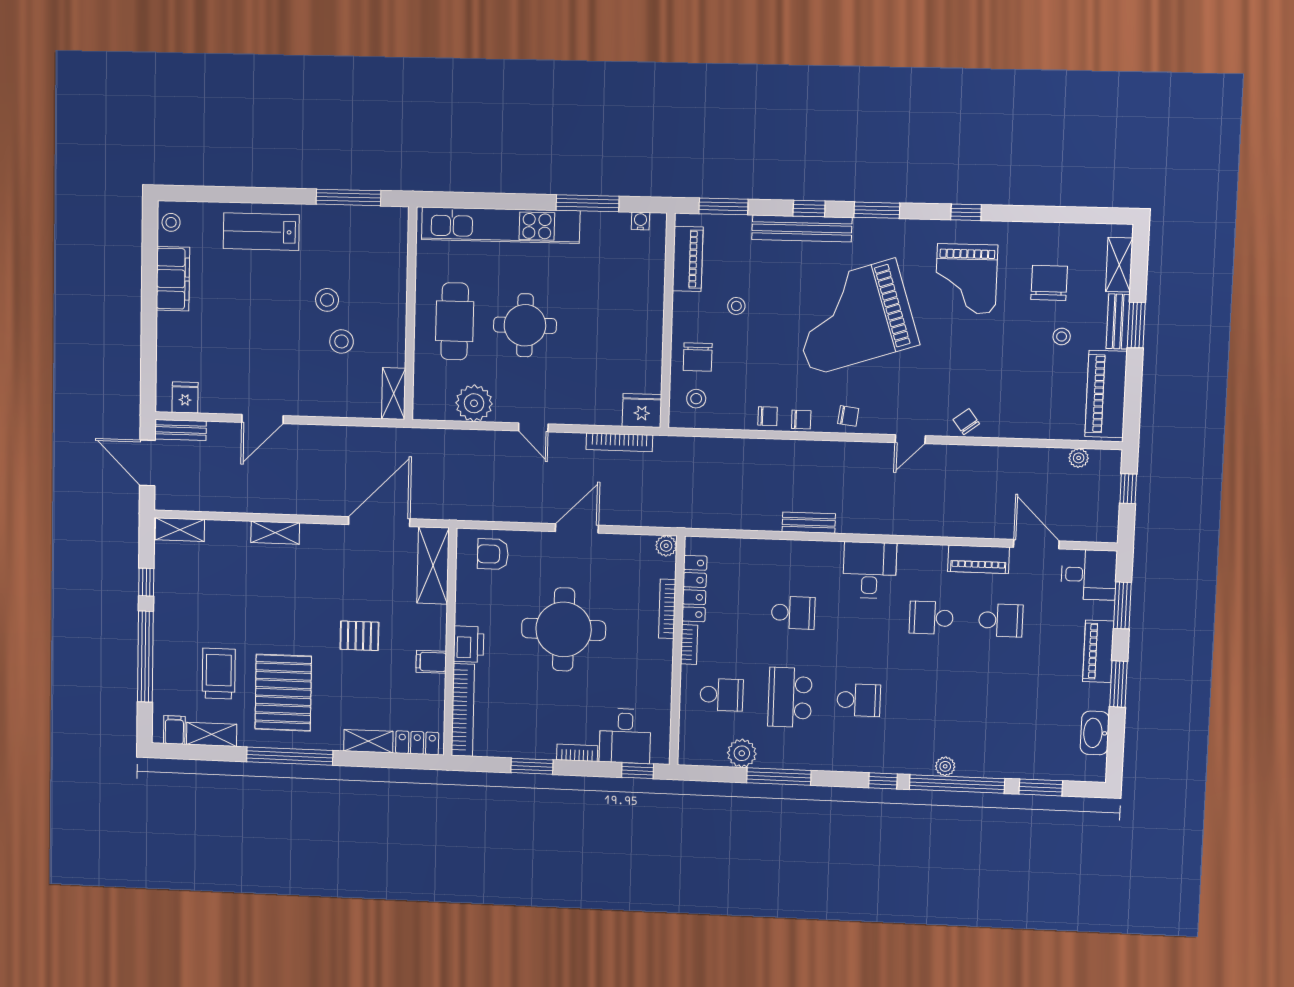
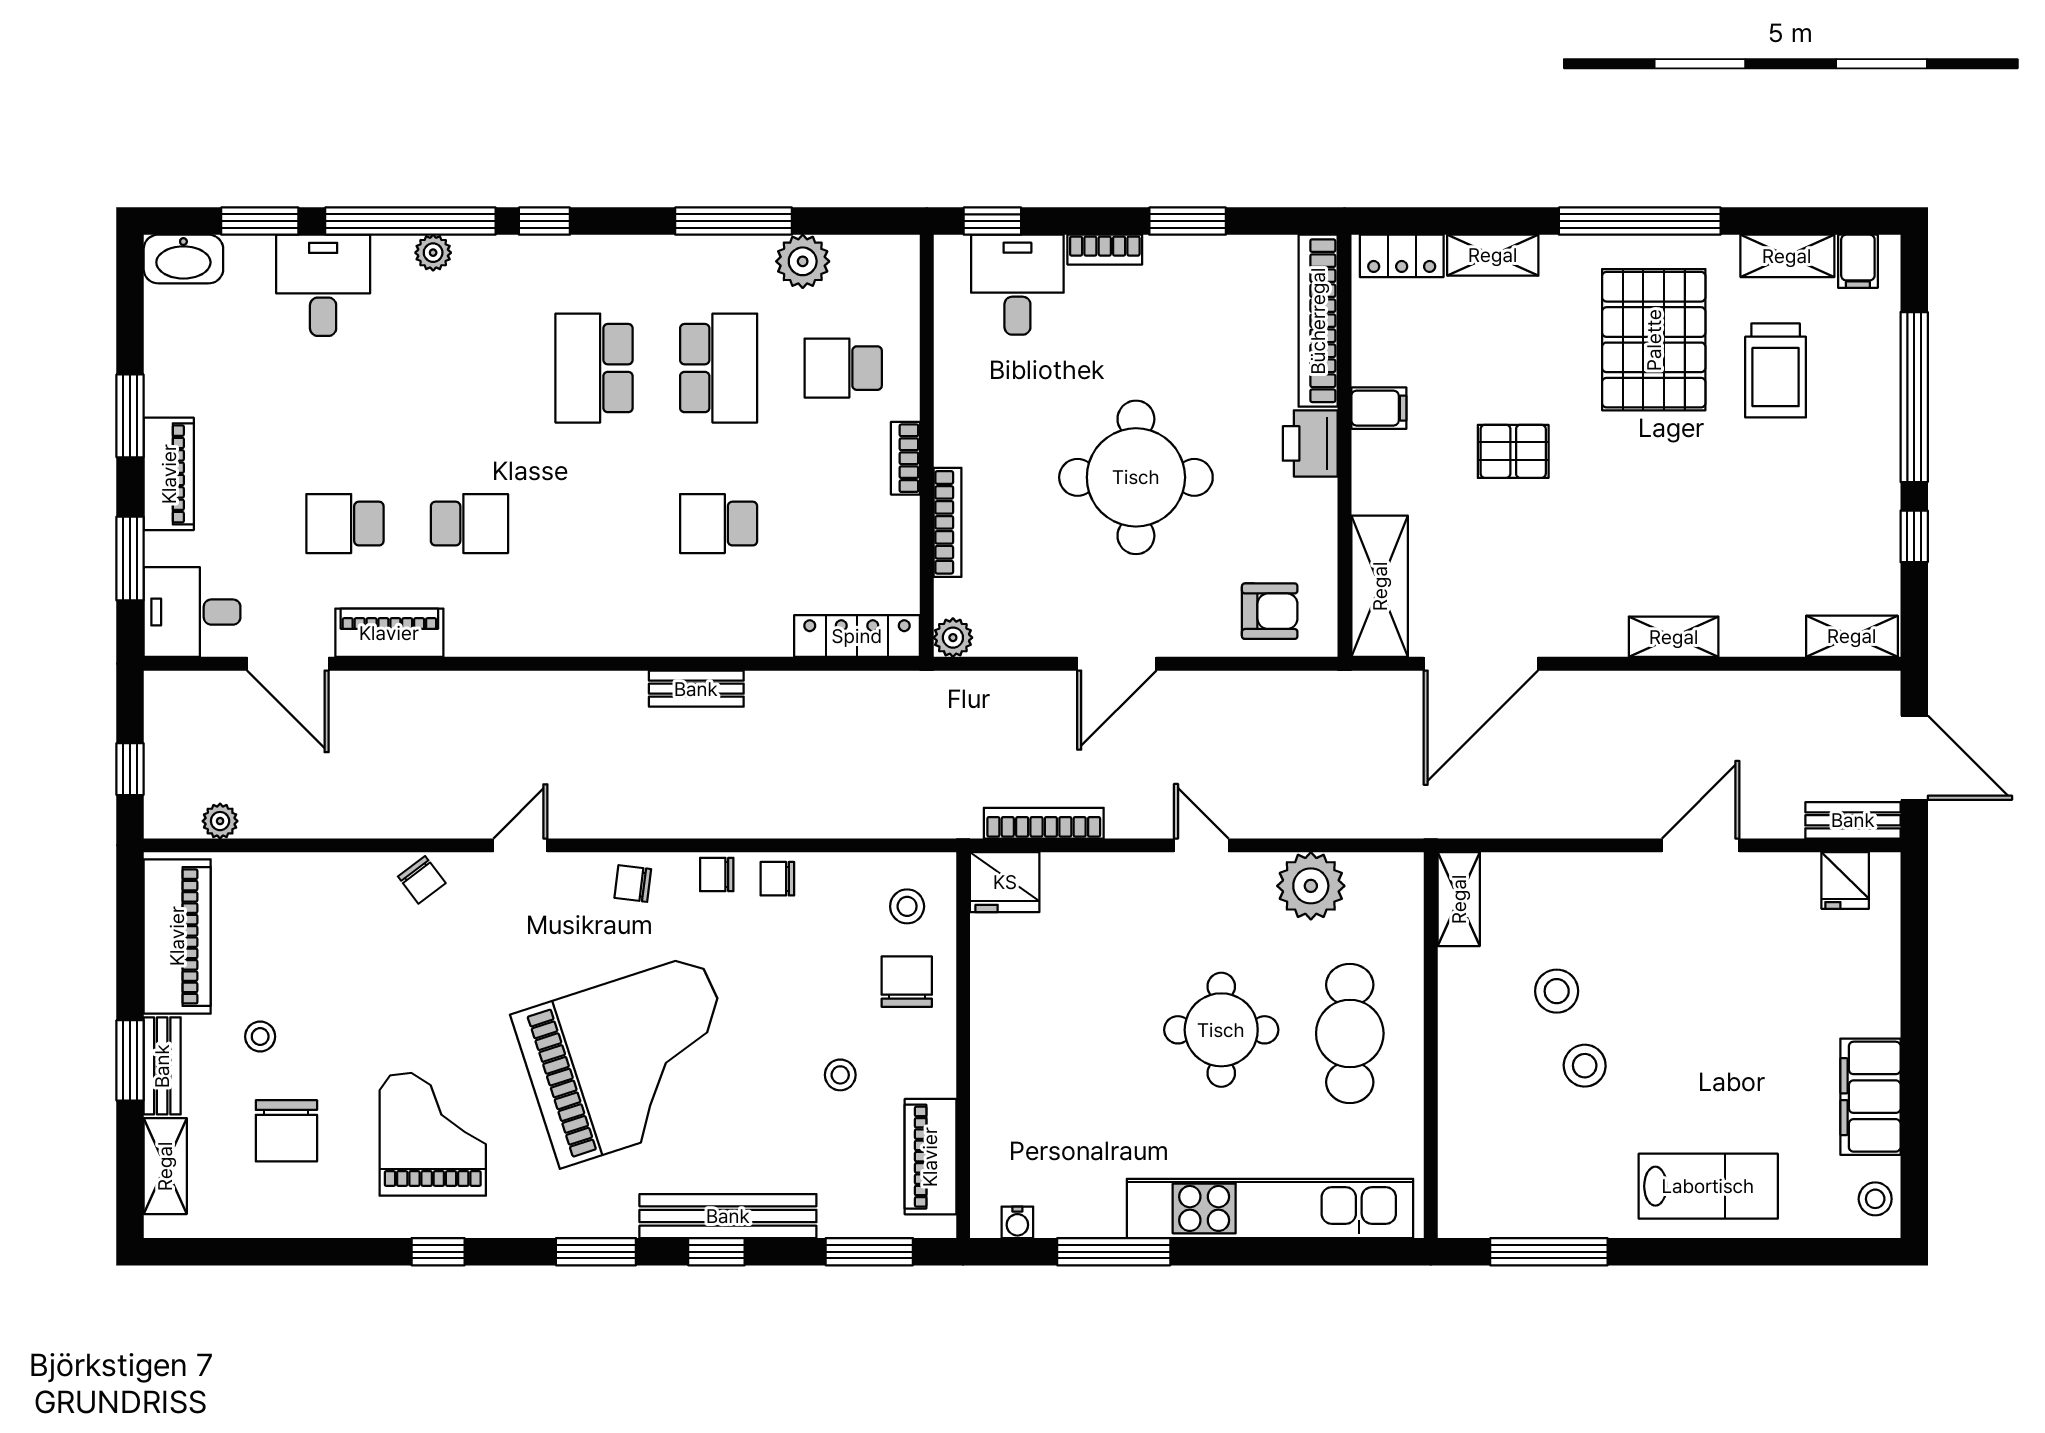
desk: (870, 570) -> (323, 285), moved, turned 180
locker: (694, 589) -> (857, 636), moved, turned 90
school desk: (859, 700) -> (594, 368), width x1.85
washbasin: (1095, 733) -> (183, 259), moved, turned 90

